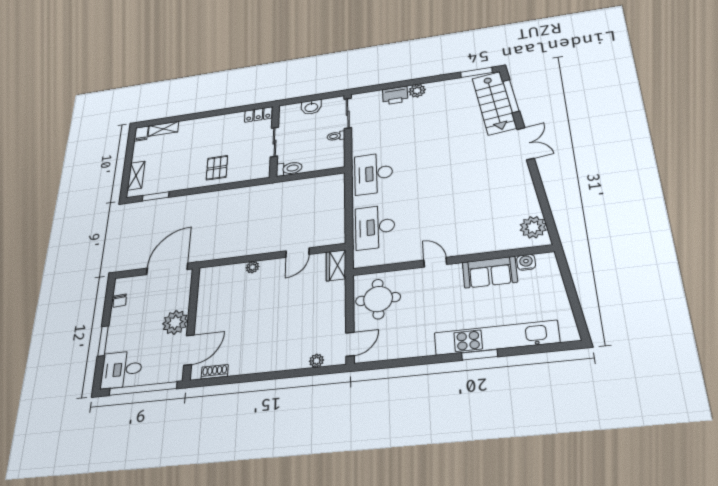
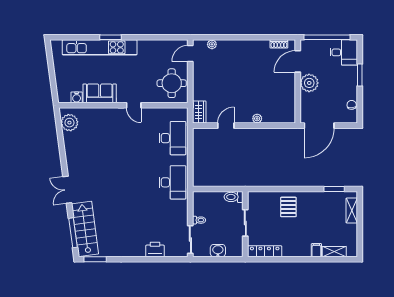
plant: (417, 91) -> (139, 251), removed
locker: (258, 114) -> (265, 251), width x1.53
filing cabinet: (141, 134) -> (316, 250), moved

